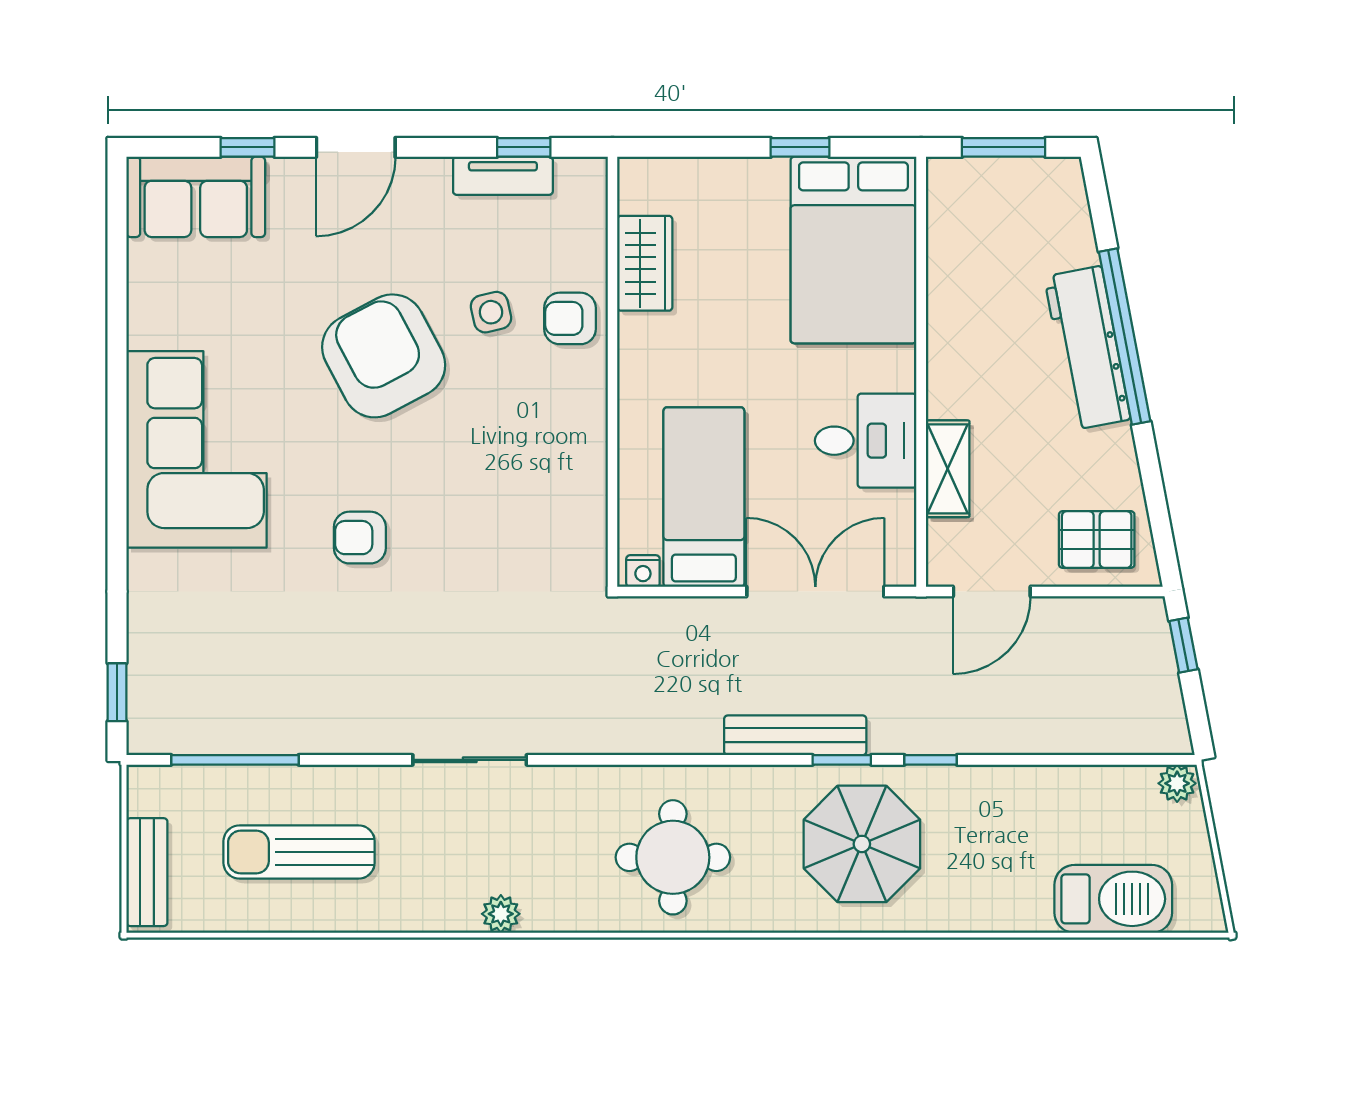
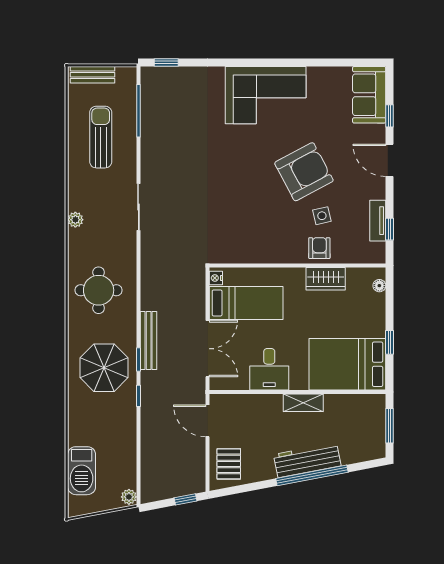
floor lamp: (662, 172) -> (379, 286), added
wardrobe: (645, 263) -> (326, 279), moved
shelving: (948, 469) -> (303, 403), moved
armchair: (360, 538) -> (230, 162), removed

